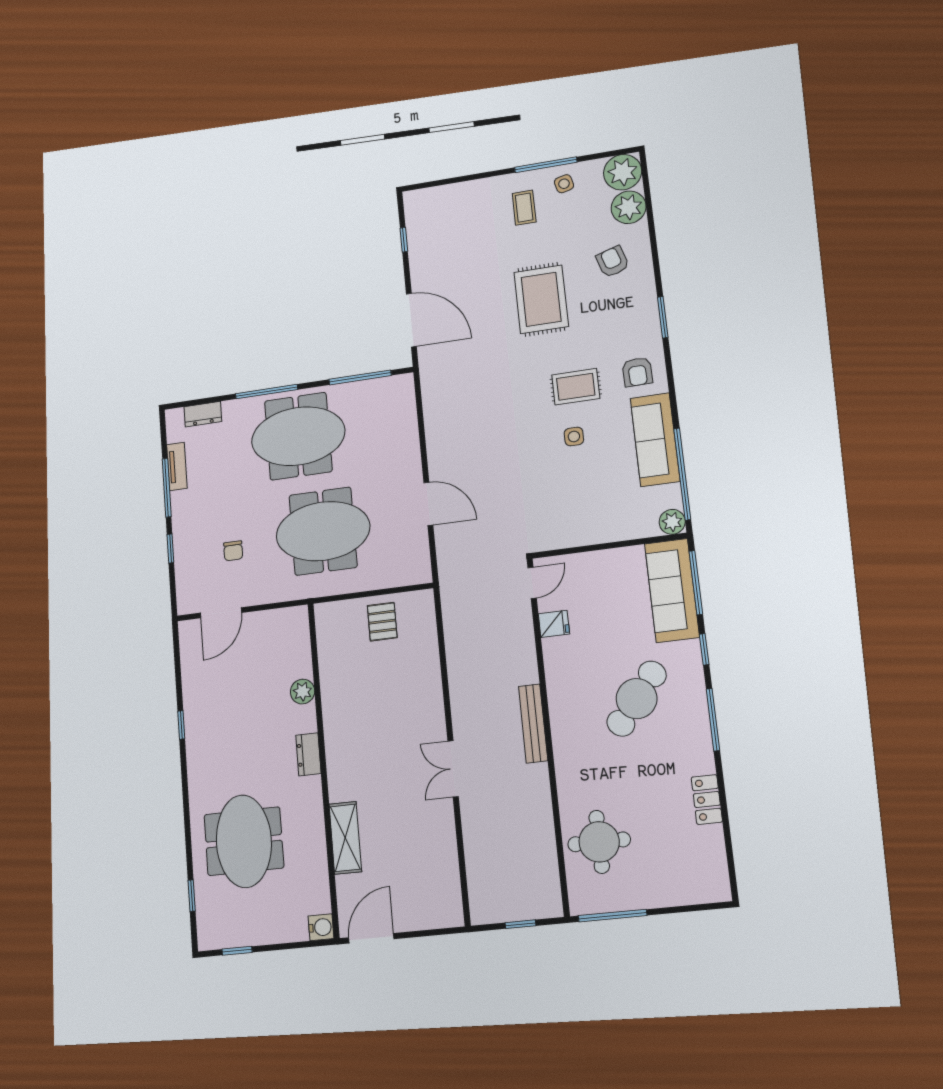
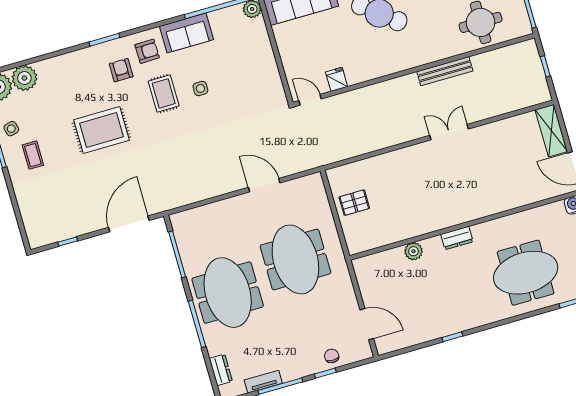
coffee table: (524, 208) -> (33, 155), turned 90
armchair: (613, 262) -> (121, 70), moved, turned 107
sofa: (655, 440) -> (187, 33), width x0.73
door: (428, 504) -> (264, 185), hinge flipped
chair: (233, 551) -> (332, 356), moved, turned -90
bench: (533, 723) -> (445, 71), moved
double door: (453, 769) -> (449, 132), swing flipped
shelving: (345, 838) -> (551, 131), moved, turned 90

